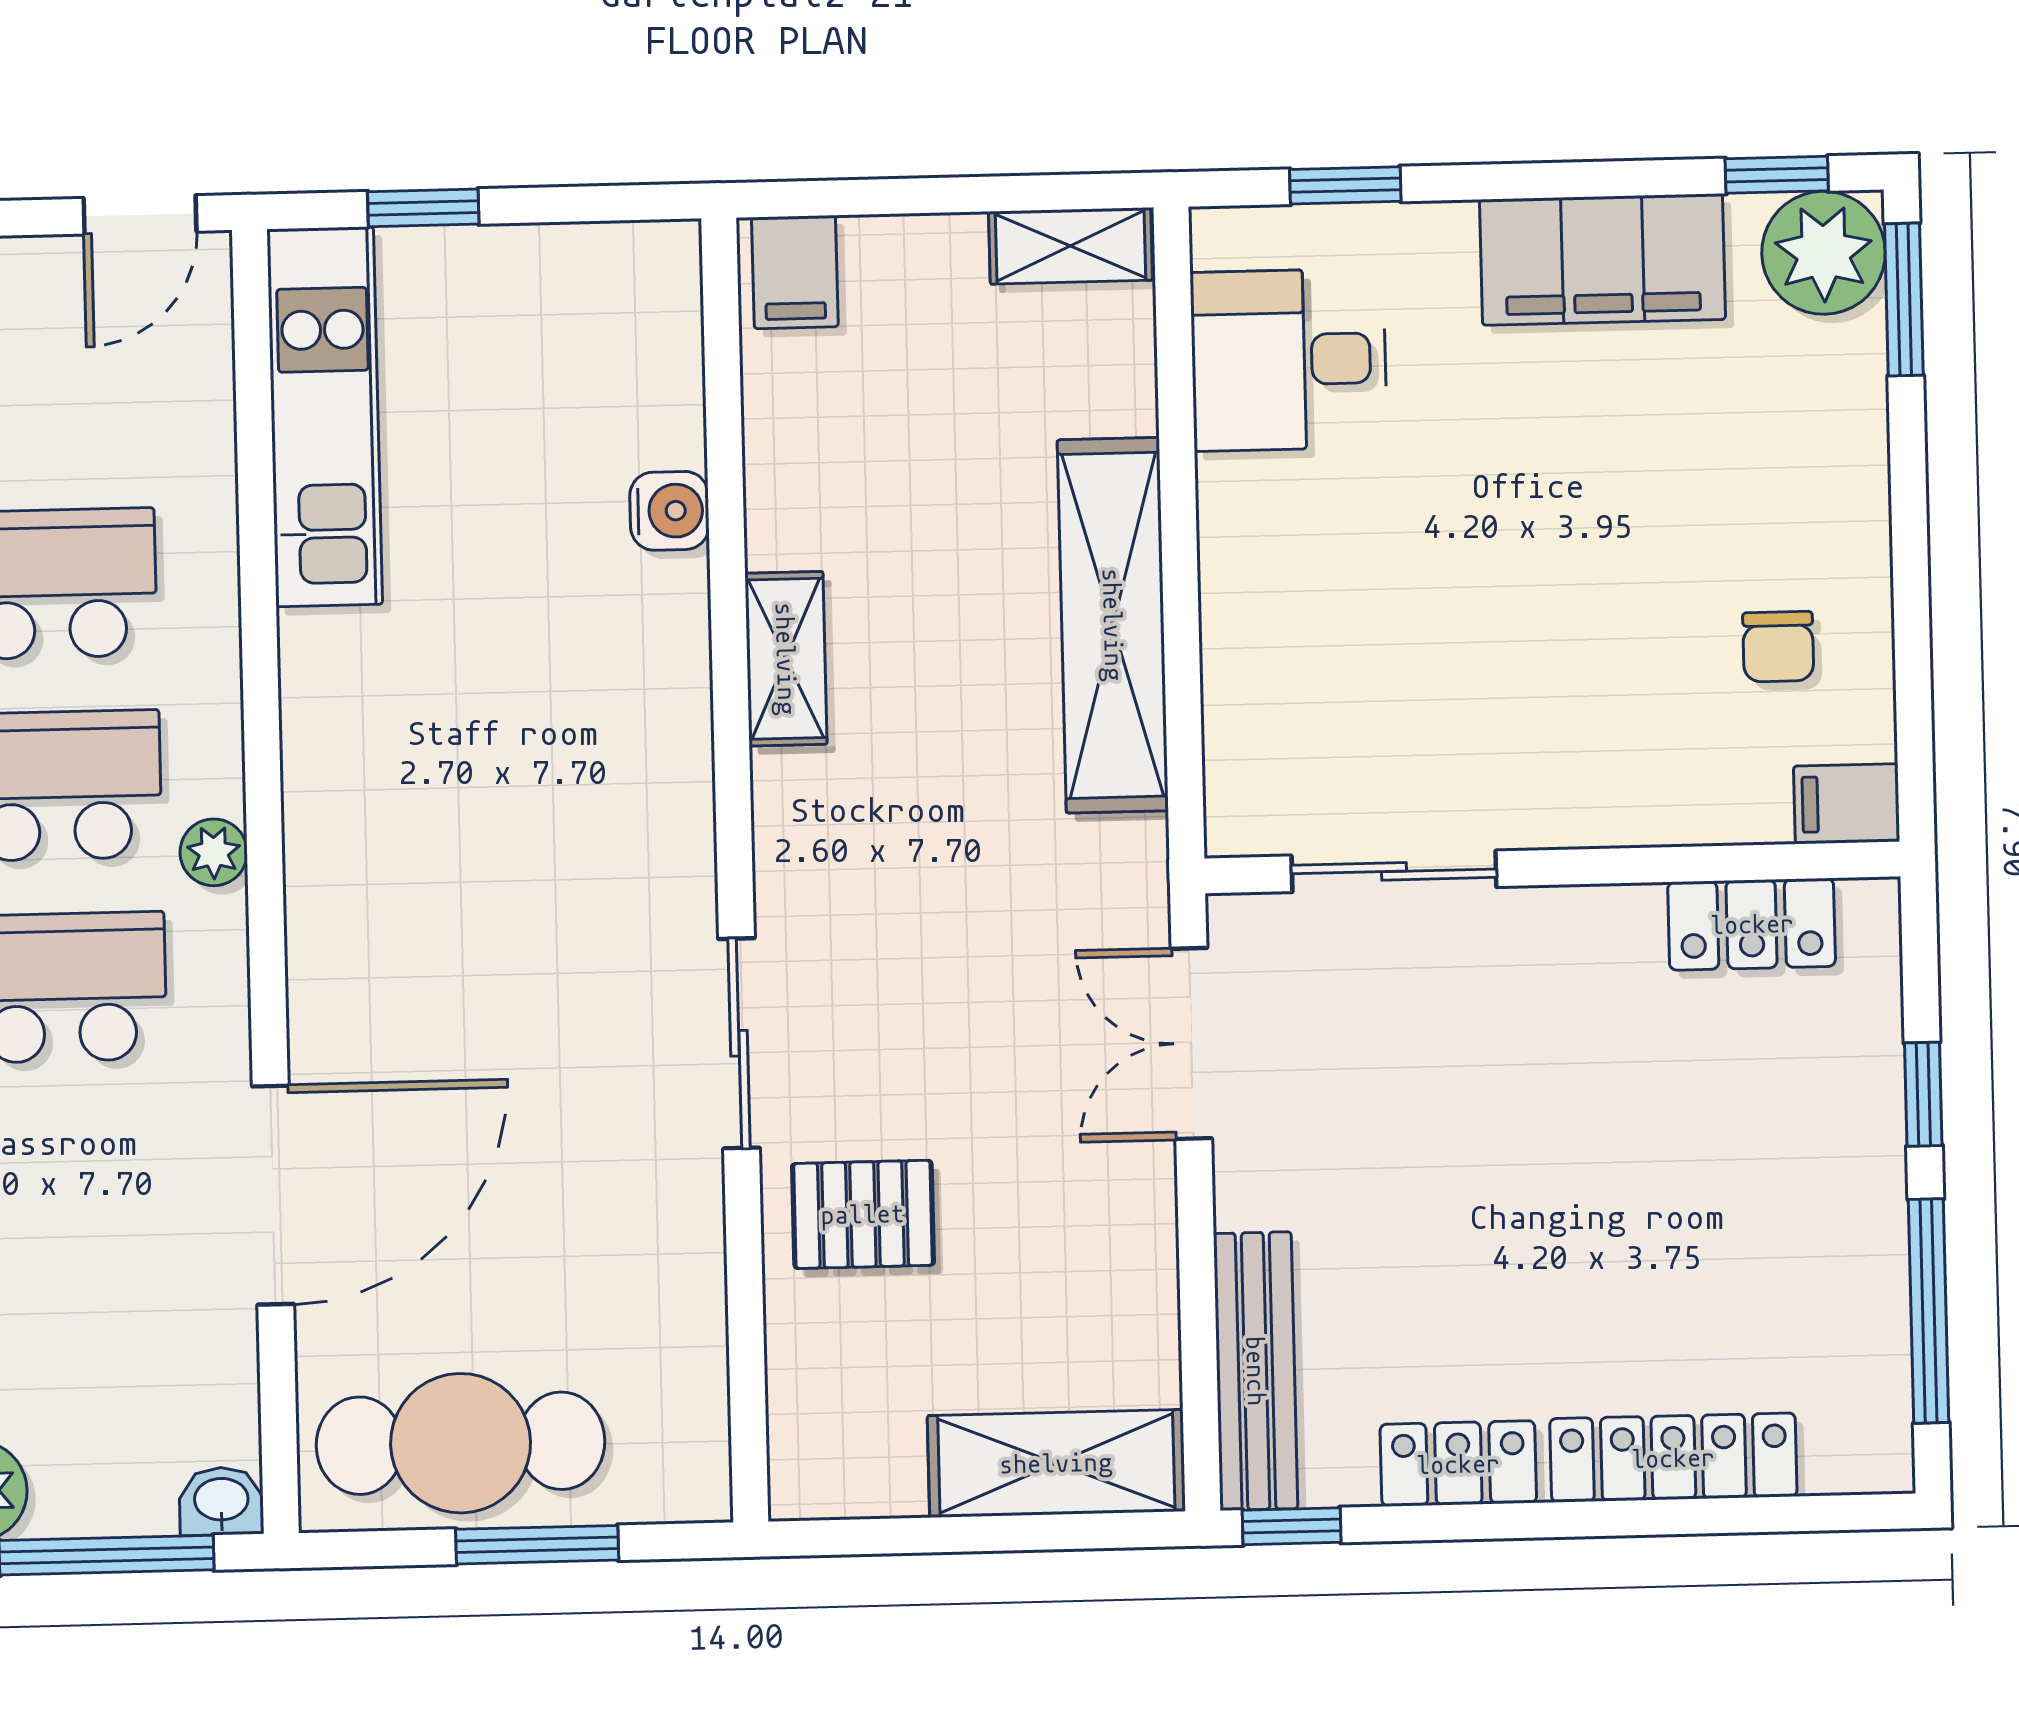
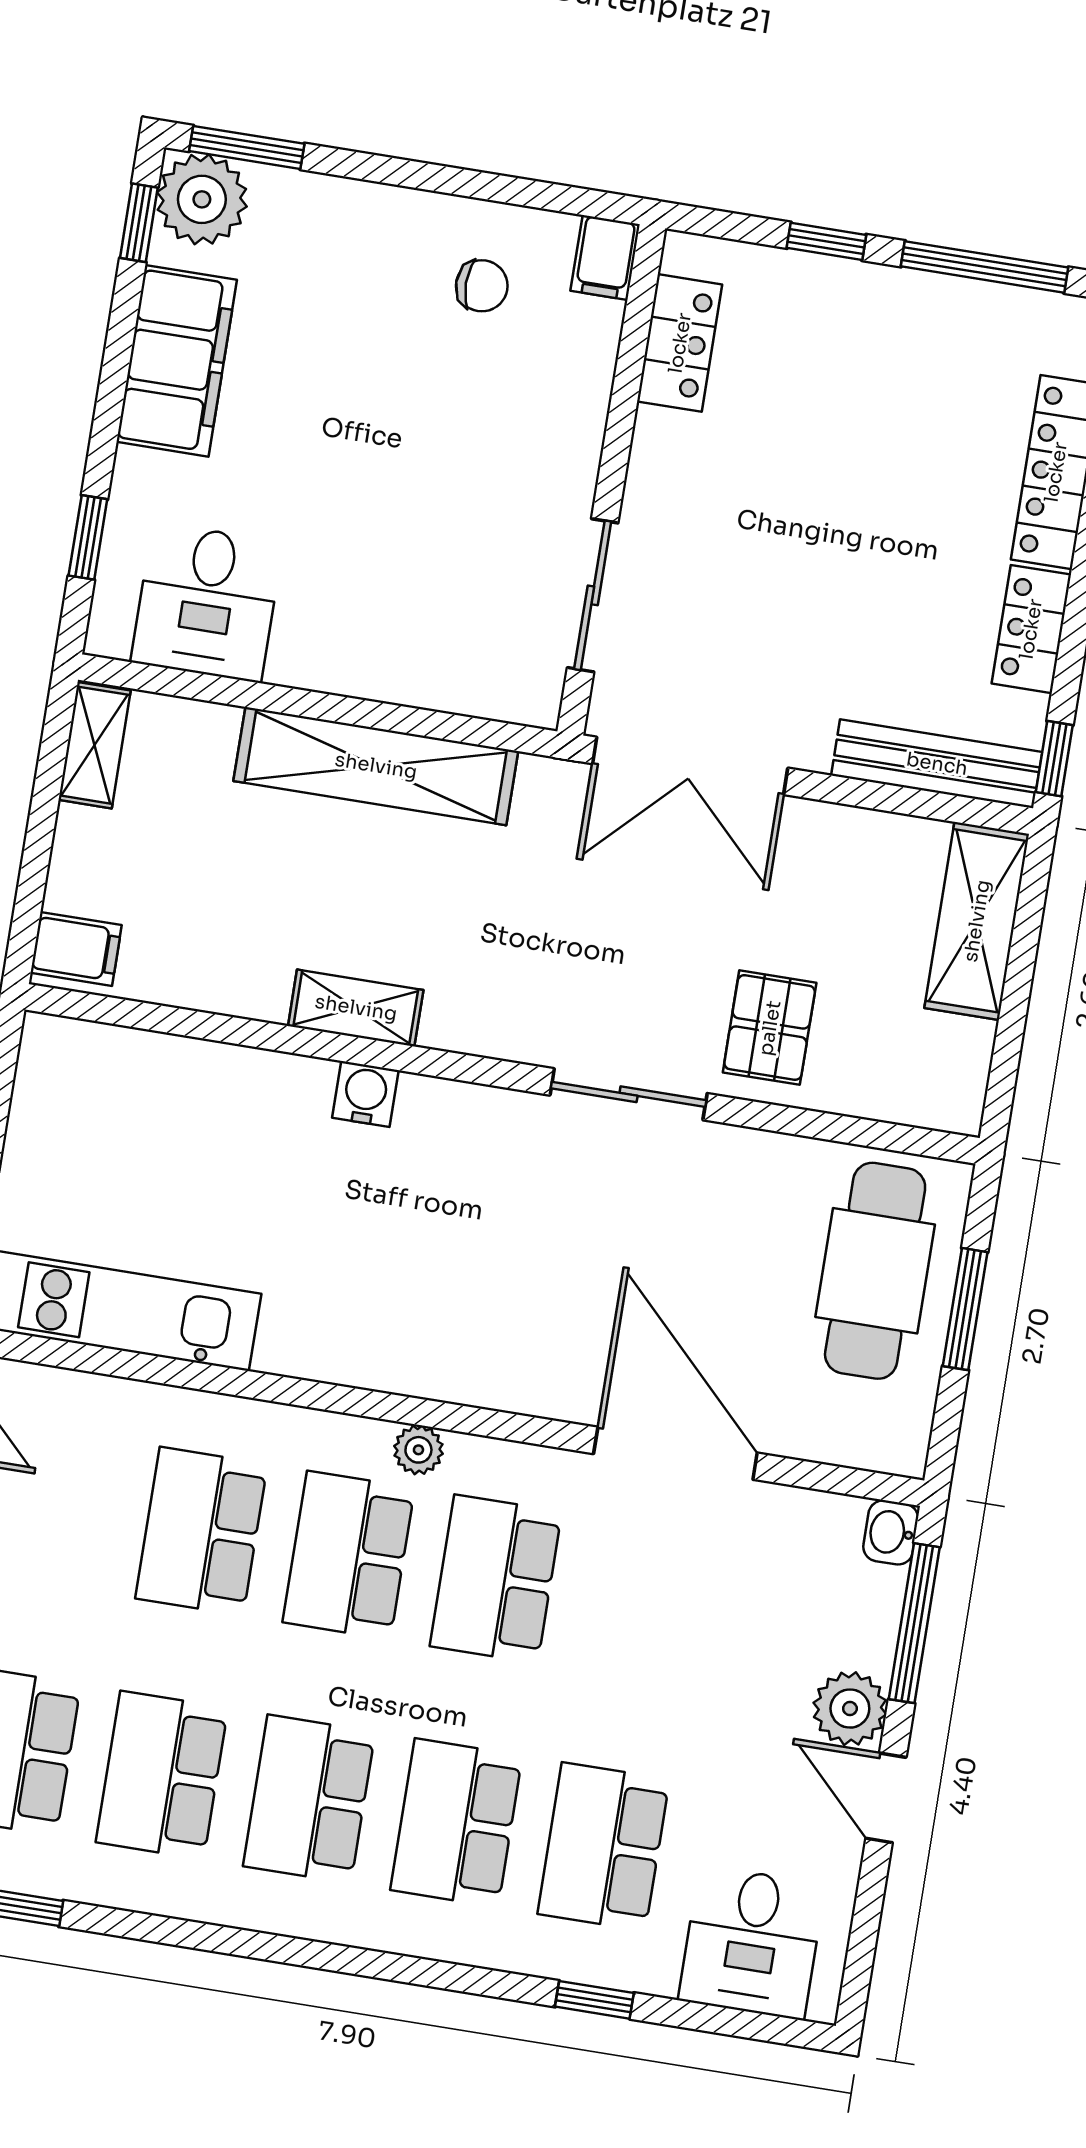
water cooler: (669, 511) -> (365, 1094), moved
double door: (1191, 1044) -> (690, 766), width x1.37
cafe table: (461, 1443) -> (875, 1271), moved

